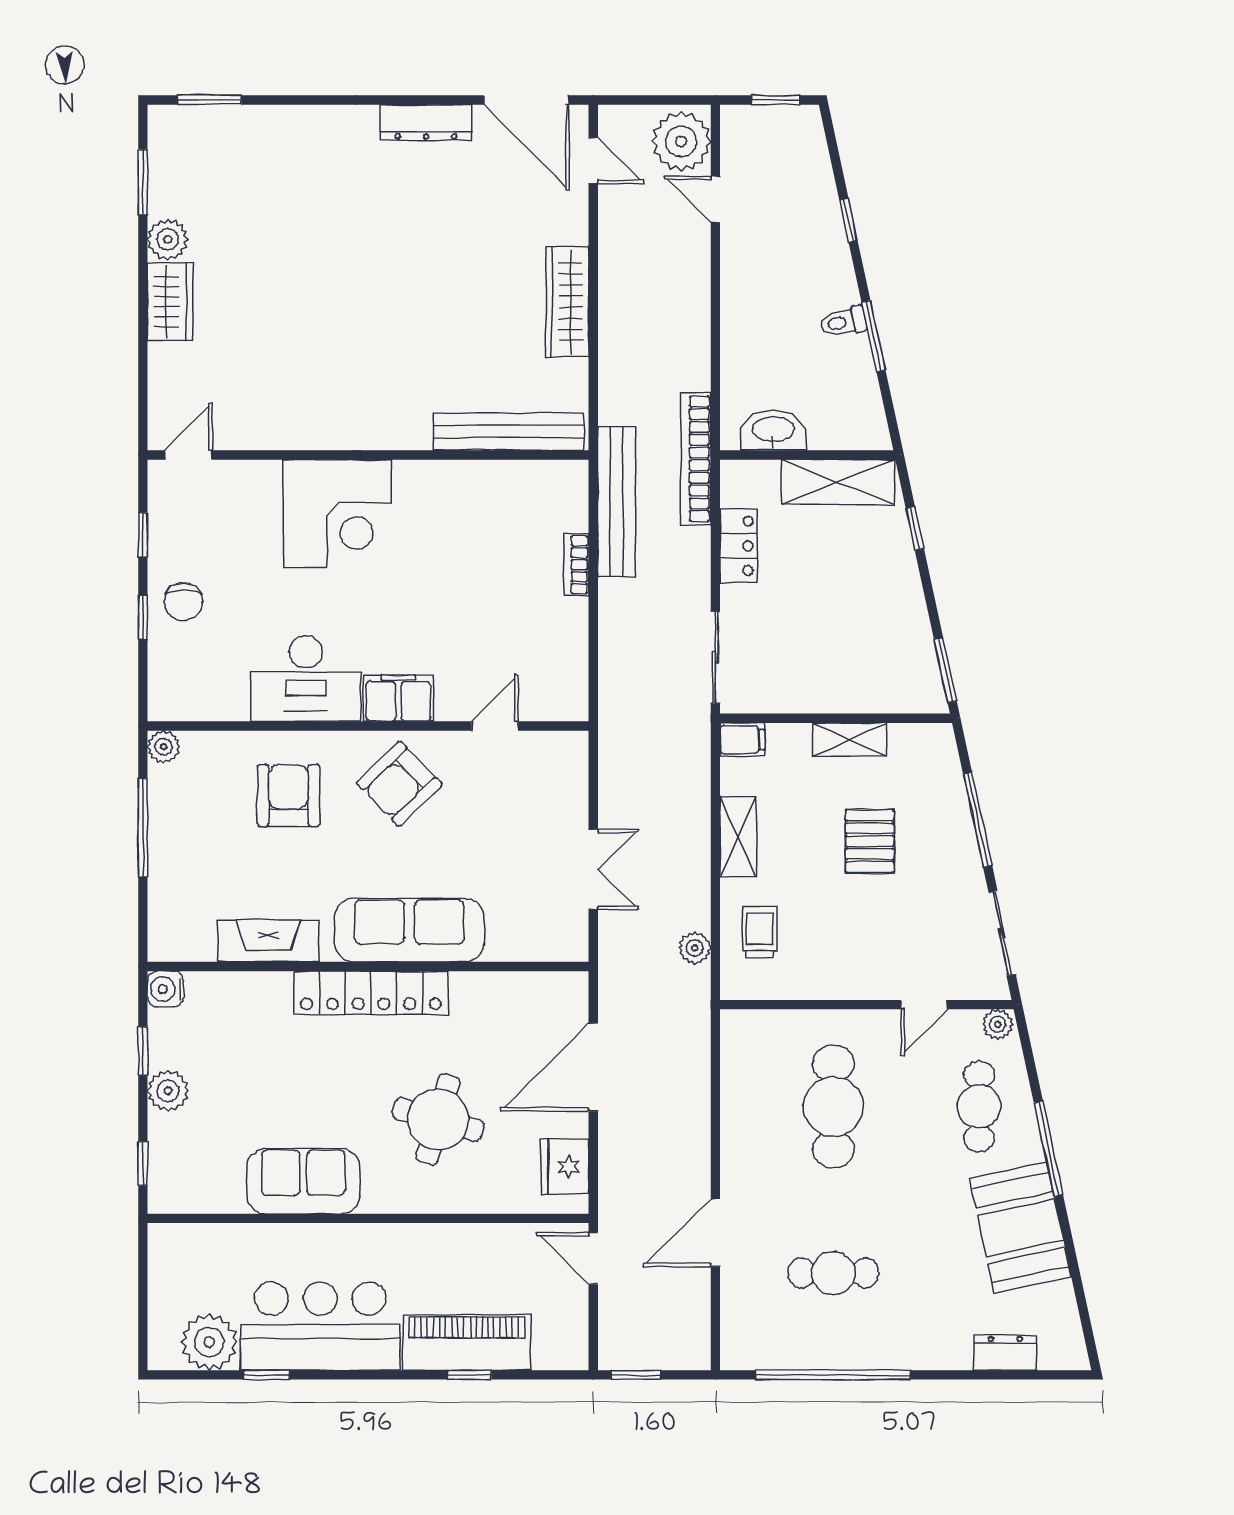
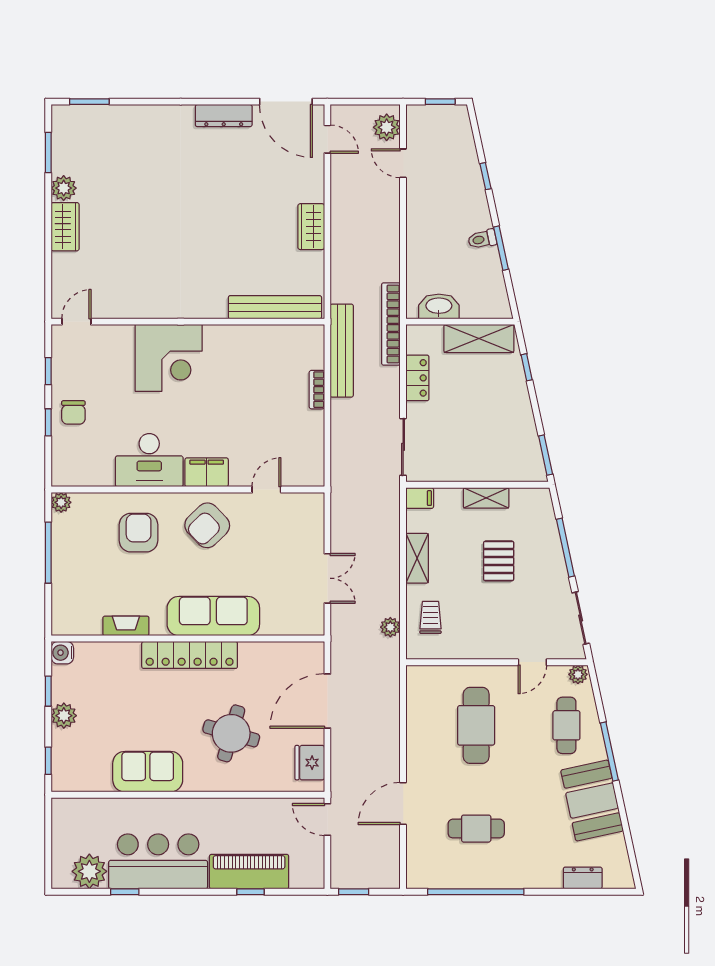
plant: (681, 141) -> (387, 127), width x0.73, depth x0.73
wardrobe: (567, 302) -> (311, 227), width x0.67
fireplace: (268, 941) -> (126, 626), width x0.73, depth x0.76

